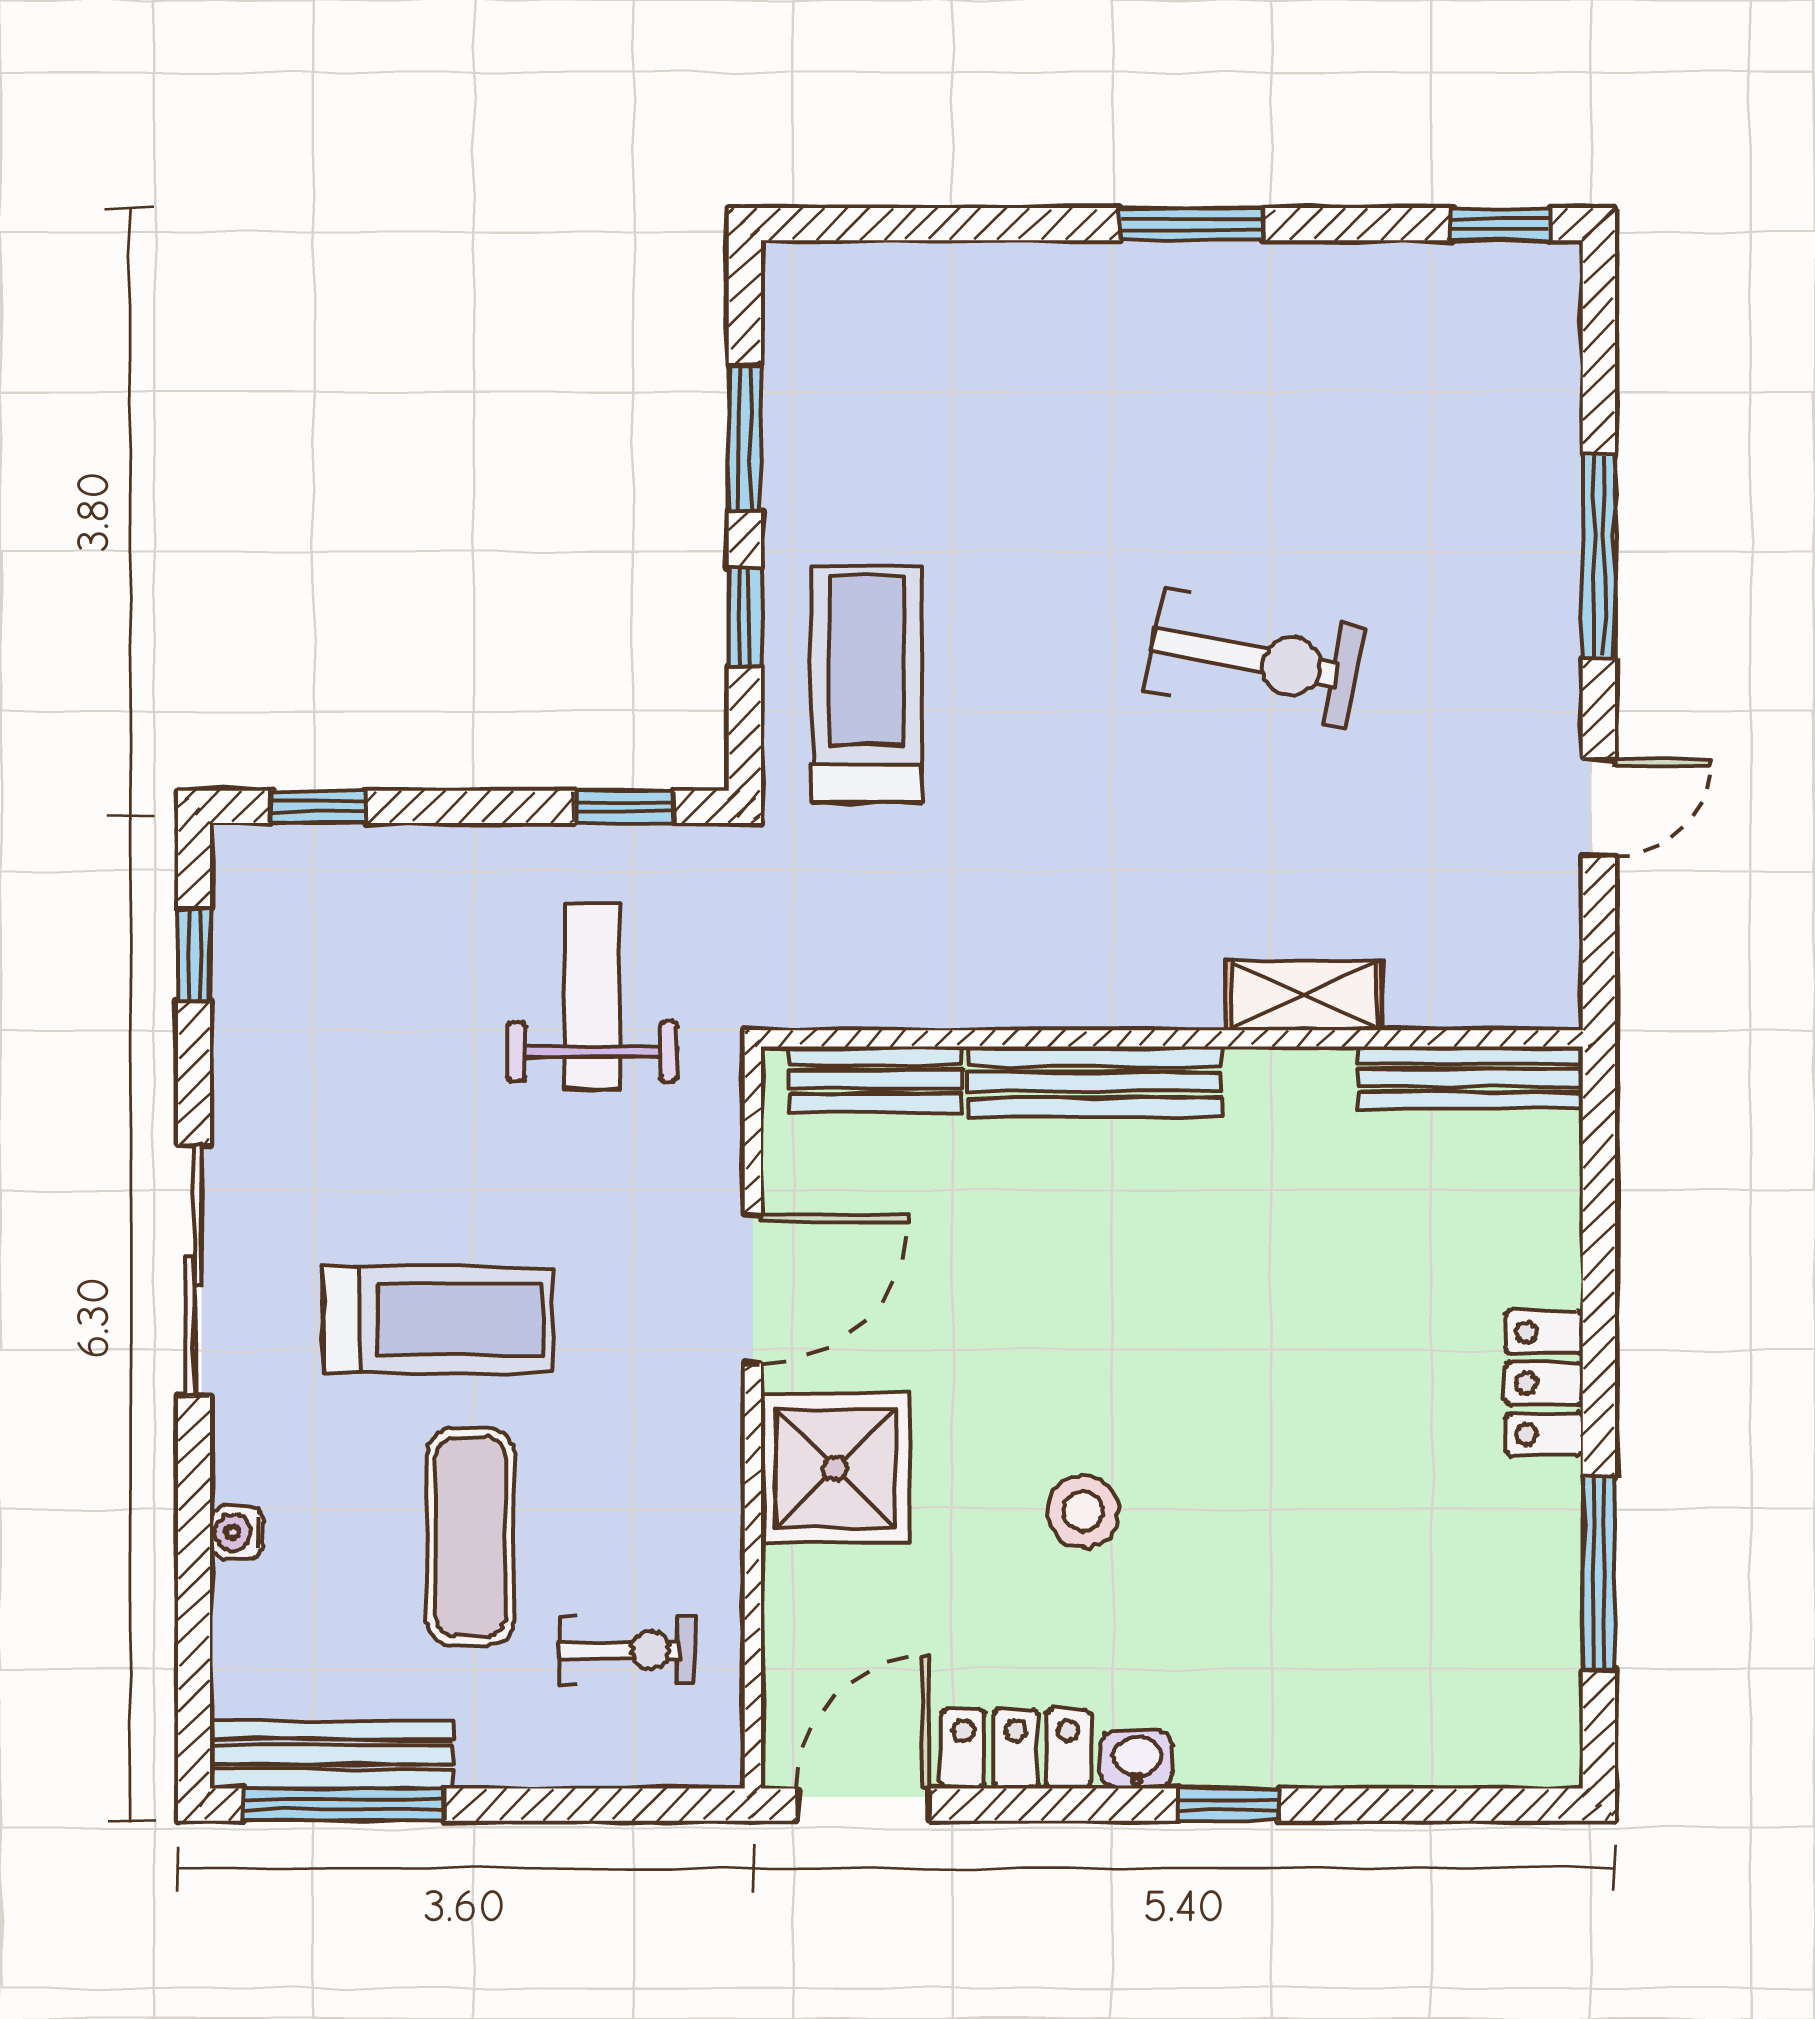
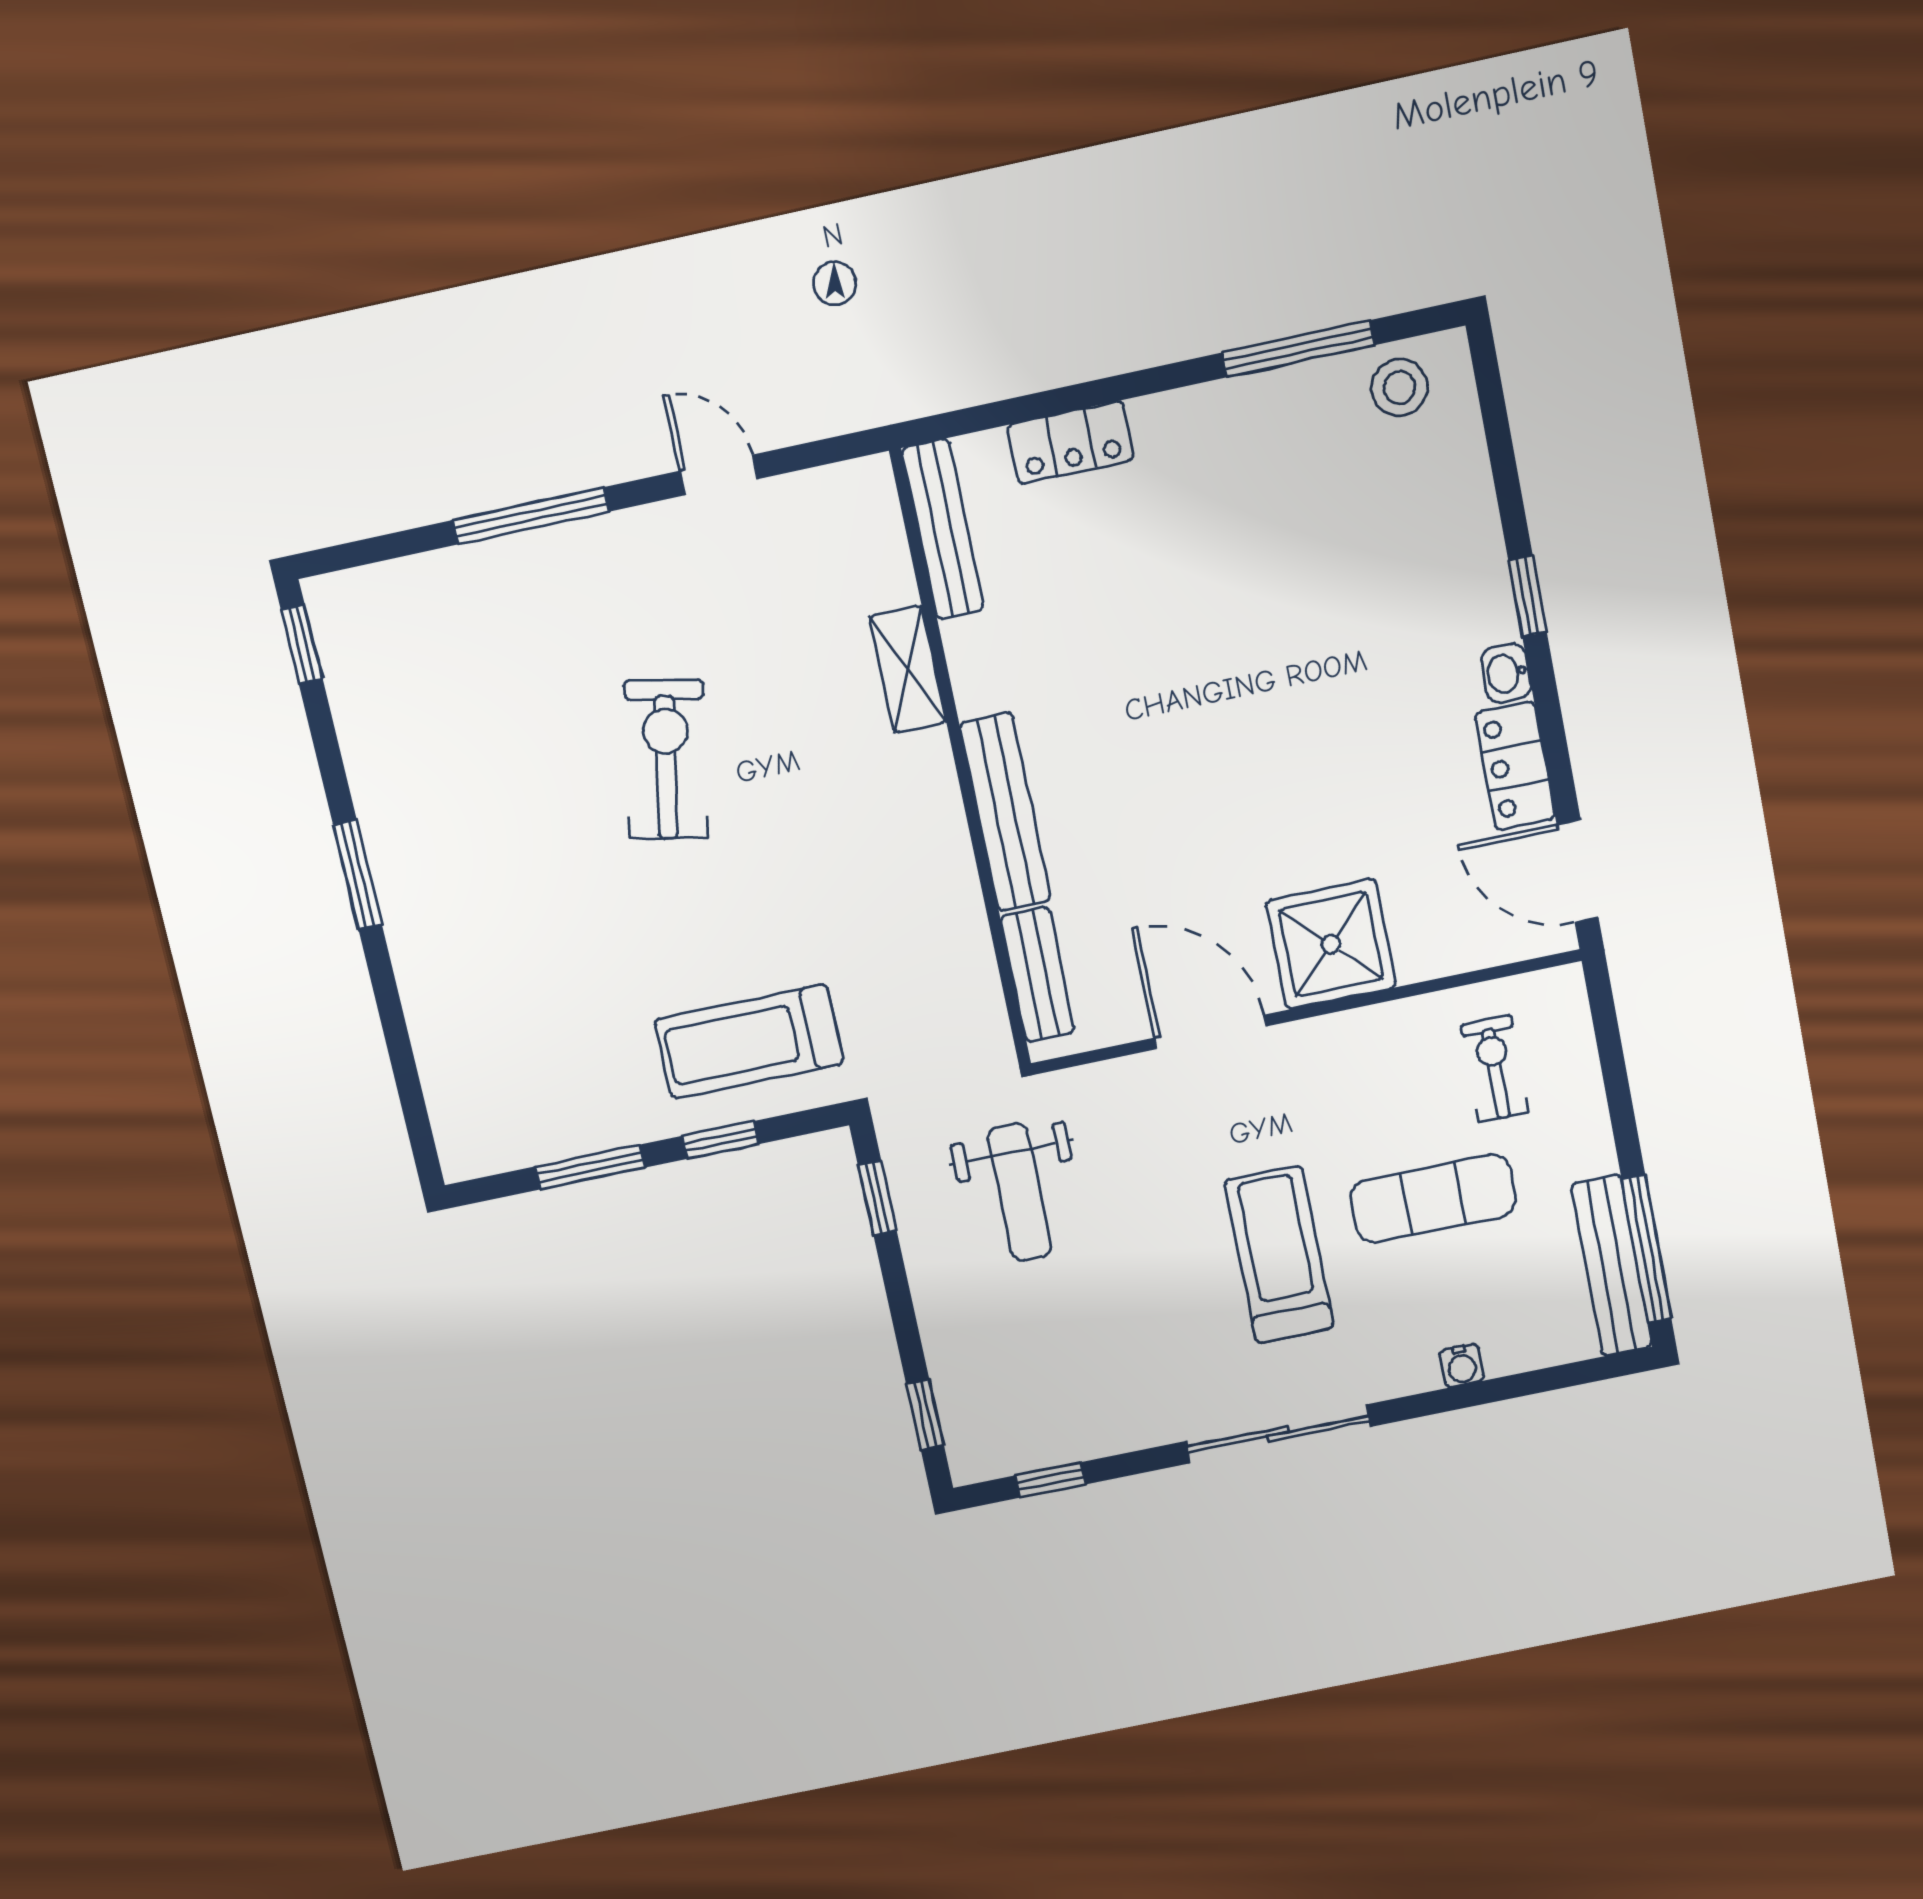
weight bench: (593, 996) -> (1020, 1192), turned -90
locker: (1544, 1383) -> (1070, 442), moved
stool: (1083, 1511) -> (1400, 387), moved

